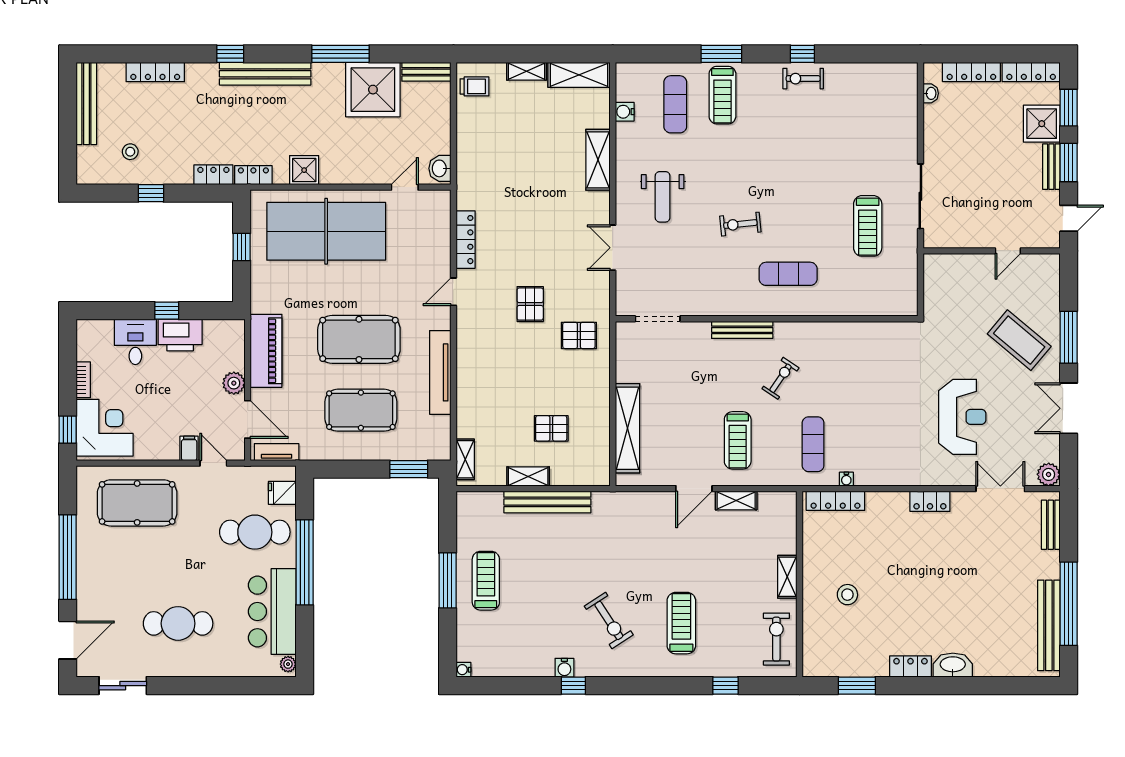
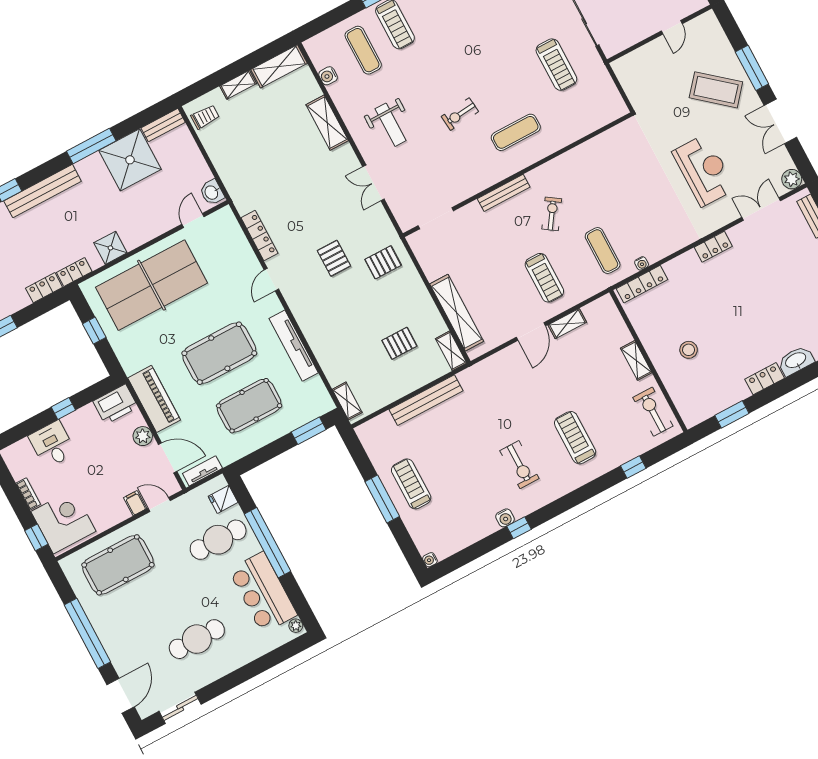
printer: (180, 335) -> (115, 404), moved
shelving: (528, 476) -> (451, 351), moved, turned 90
exercise bike: (609, 620) -> (519, 465), turned 33

